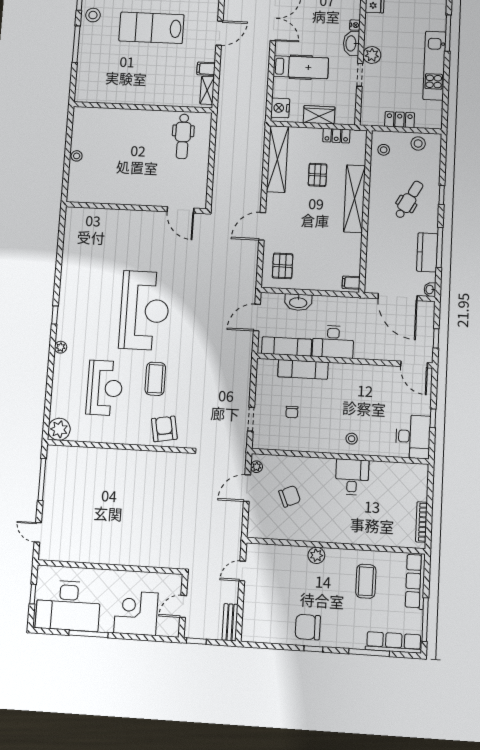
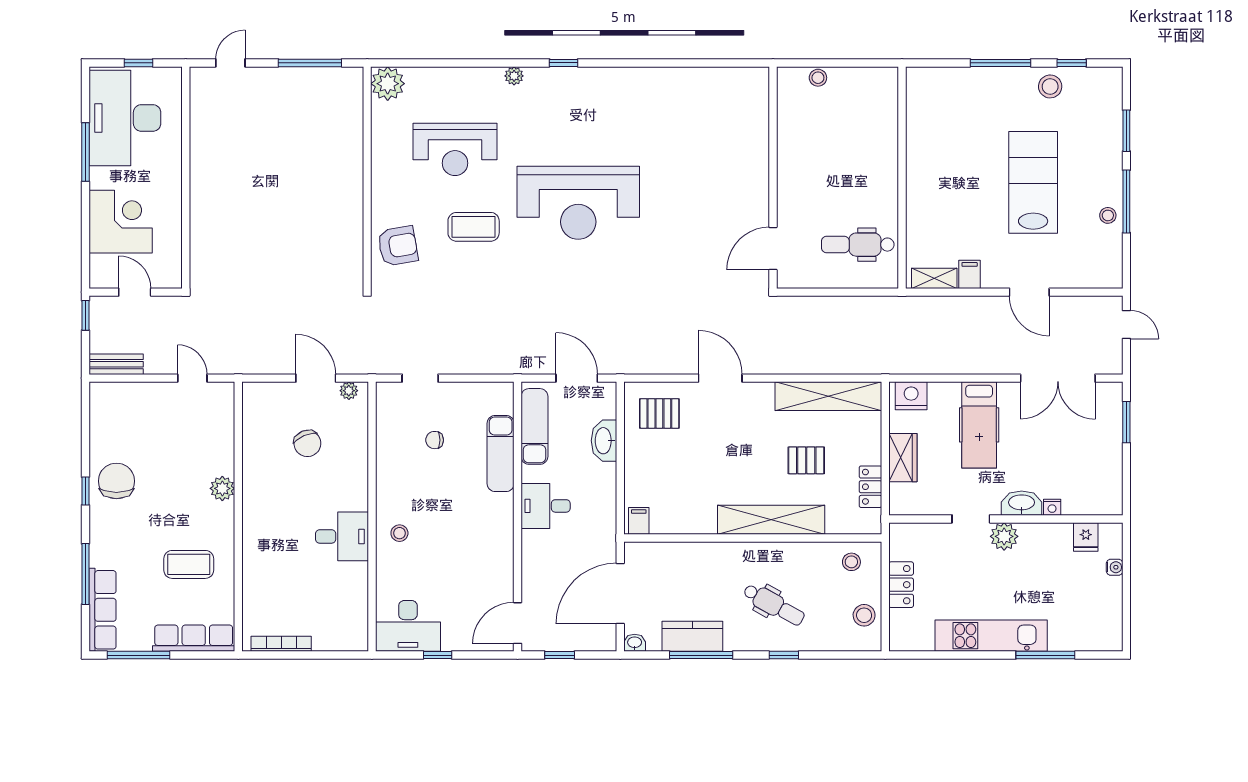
wall: (136, 208) -> (773, 178), moved
door: (181, 210) -> (773, 248), moved
desk: (333, 342) -> (546, 506), width x0.73

